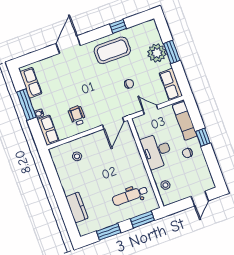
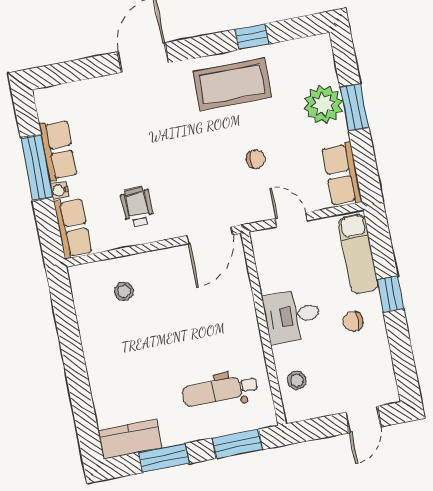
row of seats: (31, 83) -> (58, 150), moved
desk: (157, 151) -> (292, 316), width x0.73
kitchen counter: (77, 208) -> (131, 439), moved, turned -90

